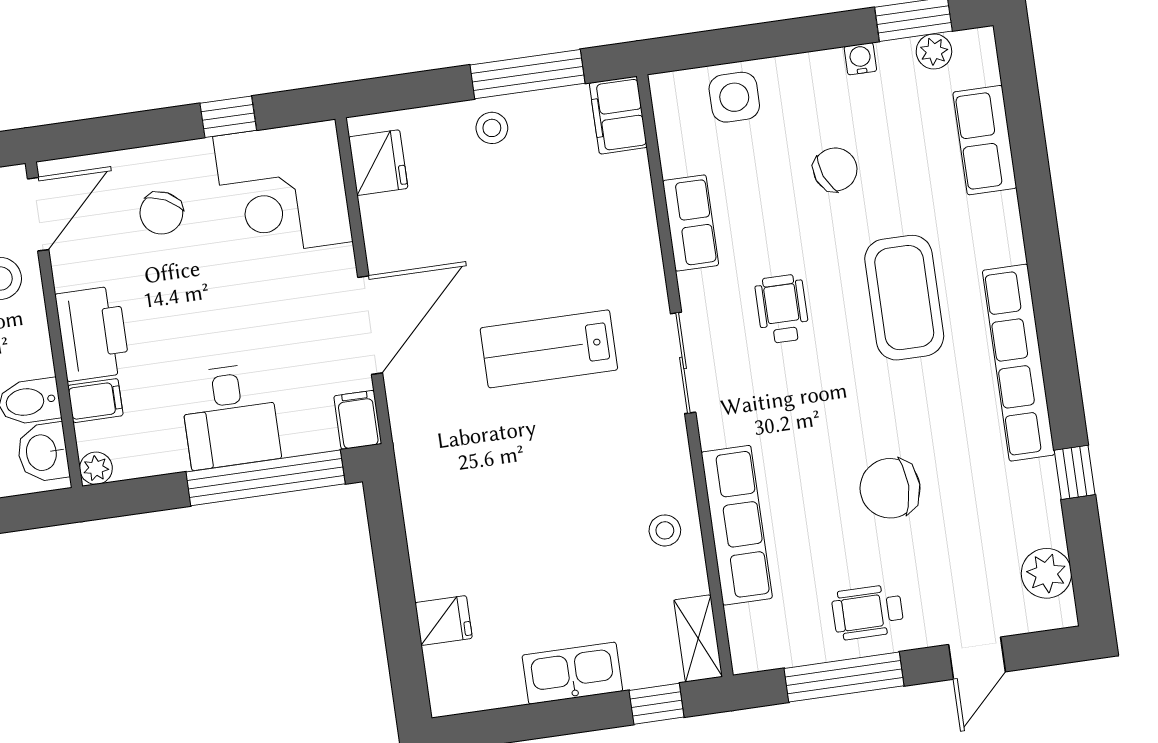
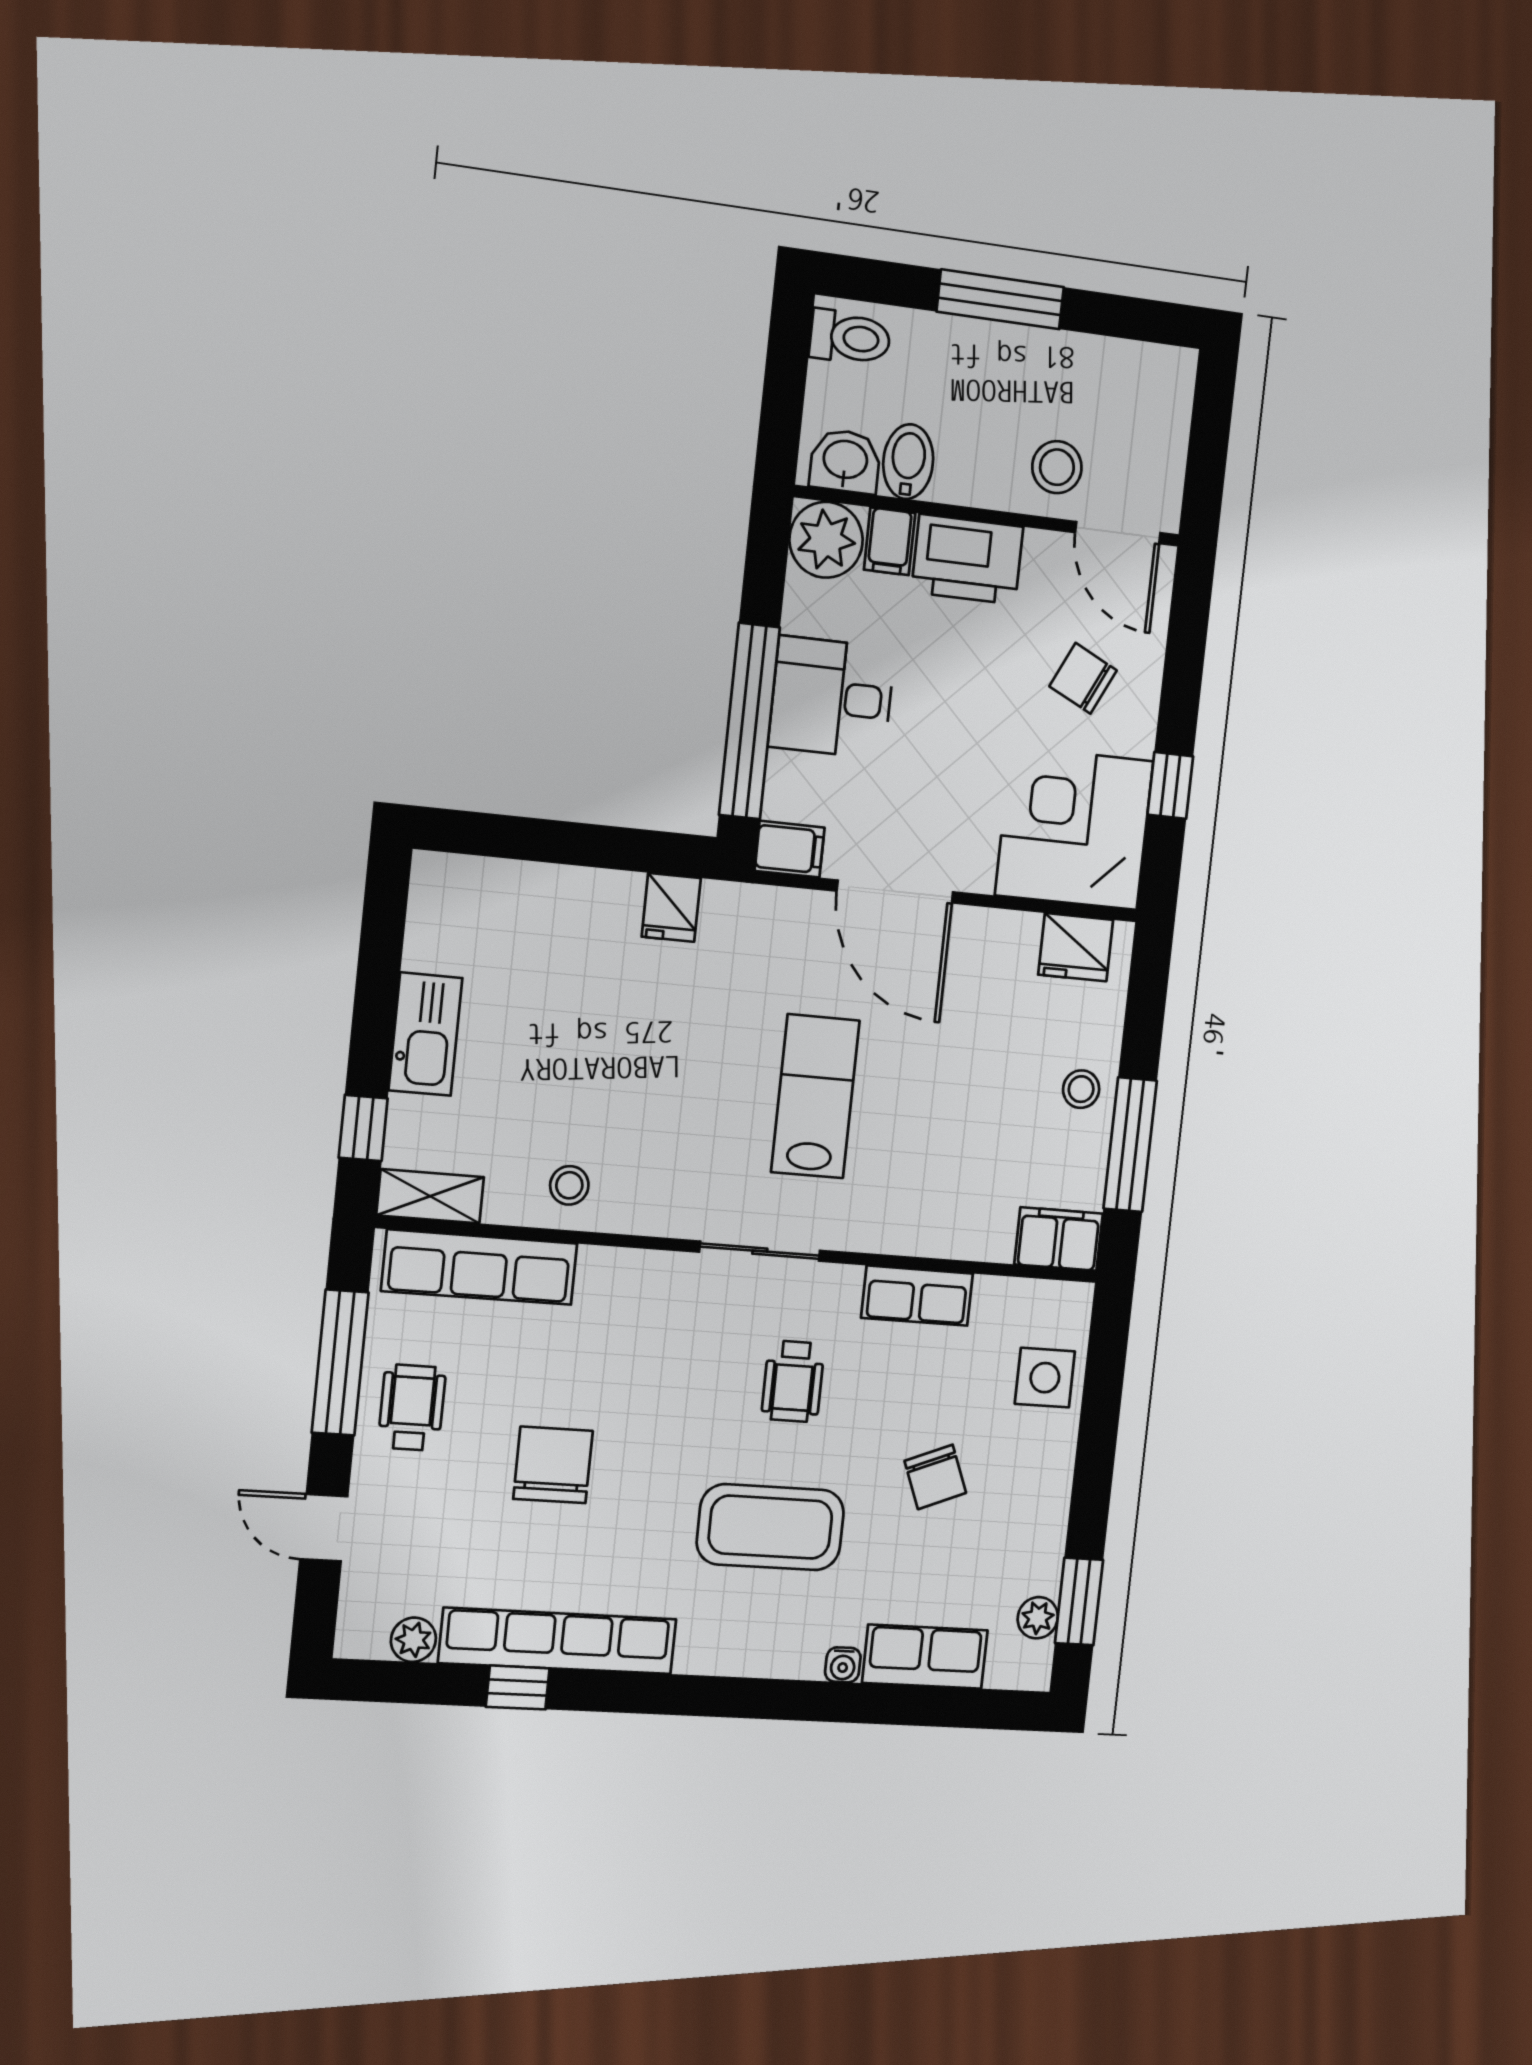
water cooler: (860, 59) -> (843, 1665), moved, turned 90
wheelchair: (782, 309) -> (793, 1381), turned 90
row of seats: (1019, 363) -> (558, 1641), moved
plant: (96, 468) -> (826, 540), width x1.88, depth x1.88
row of seats: (737, 525) -> (479, 1267), moved
plant: (1046, 573) -> (413, 1640), width x0.73, depth x0.73
fridge: (444, 621) -> (671, 907), moved

